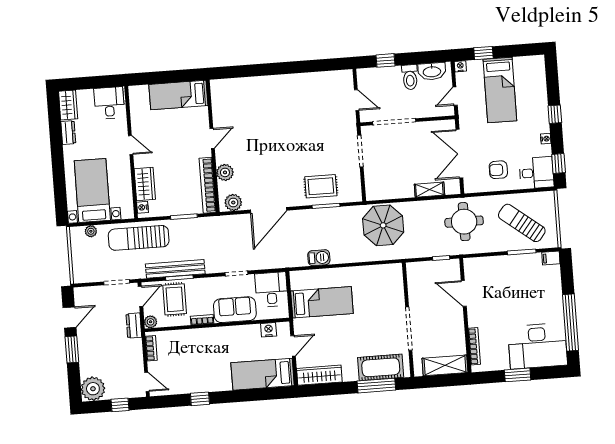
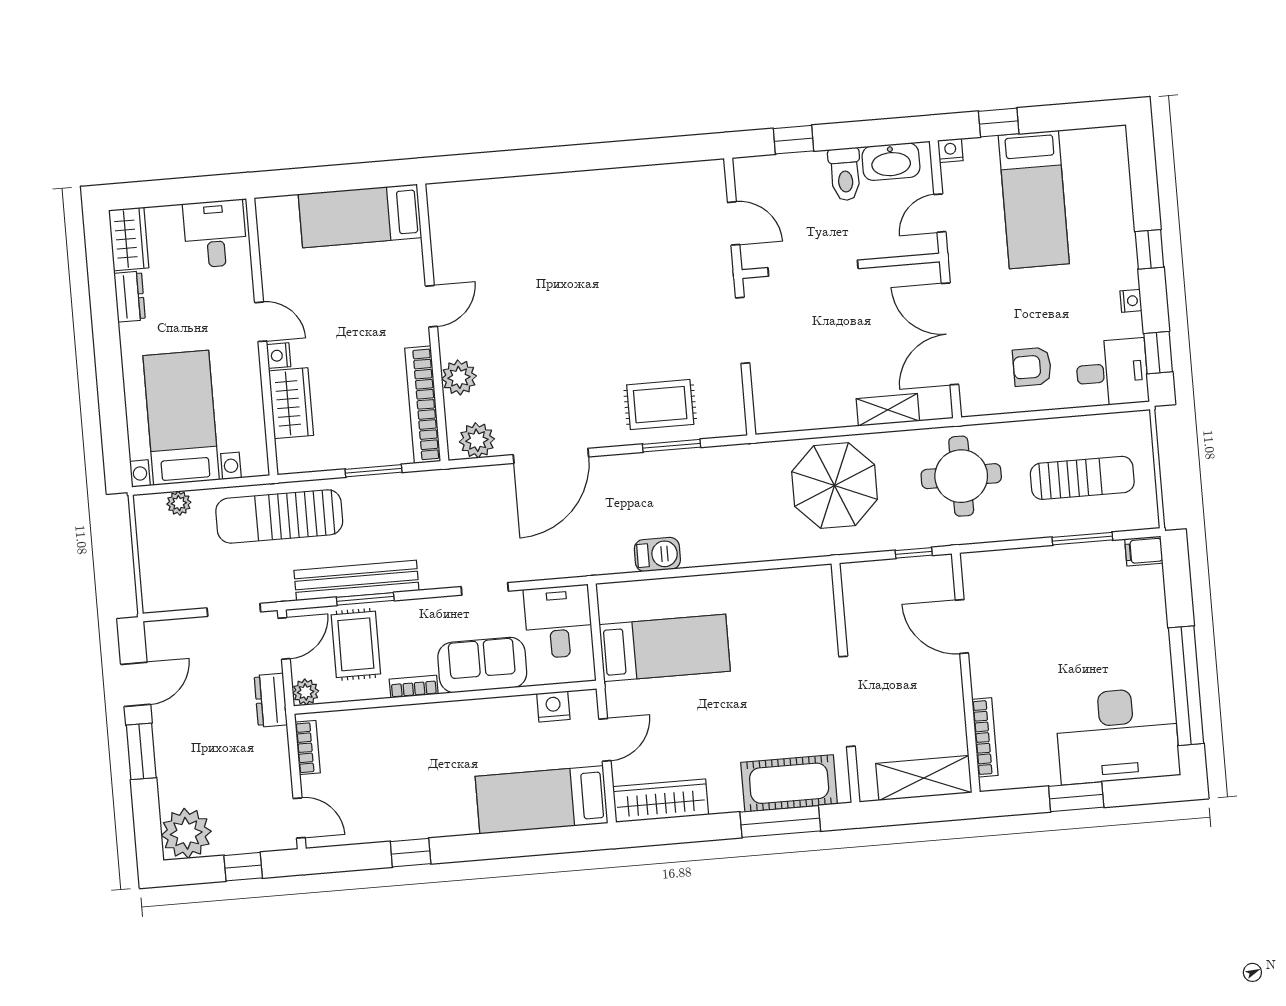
nightstand: (143, 207) -> (279, 356), moved
sun lounger: (522, 223) -> (1082, 478), turned 142
parasol: (383, 225) -> (835, 486), moved

